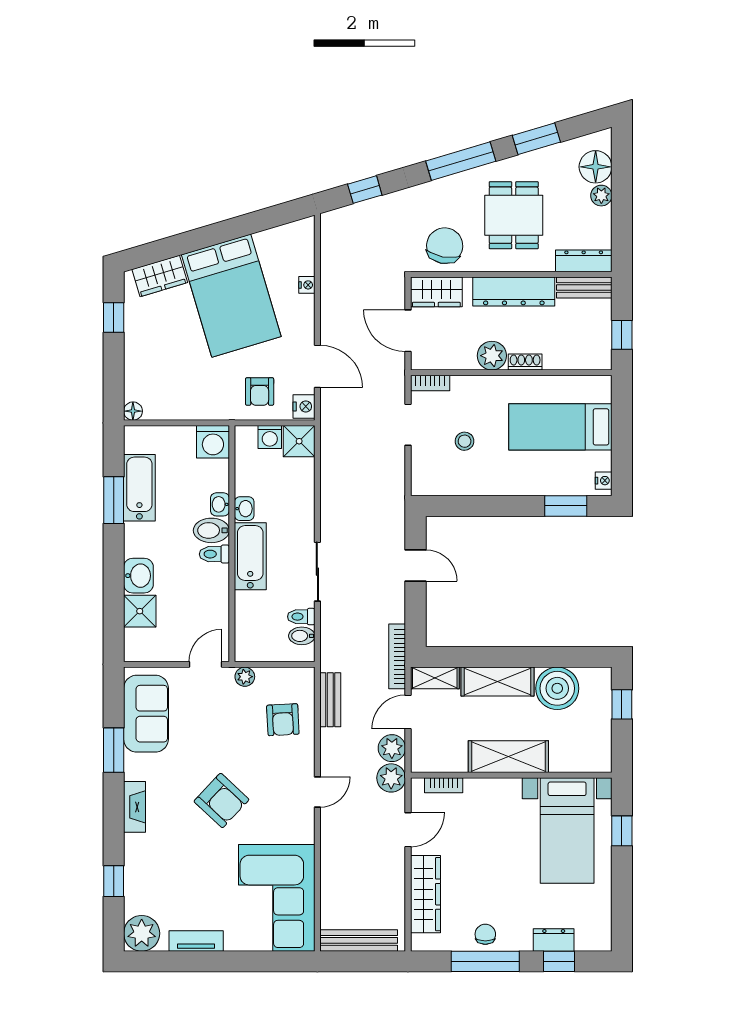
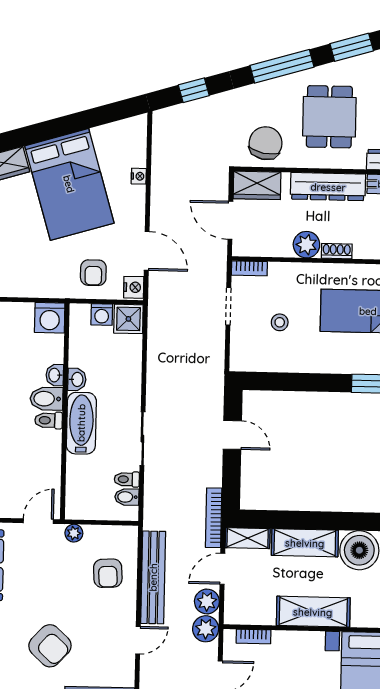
bench: (330, 700) -> (153, 577), width x1.86, depth x1.21

